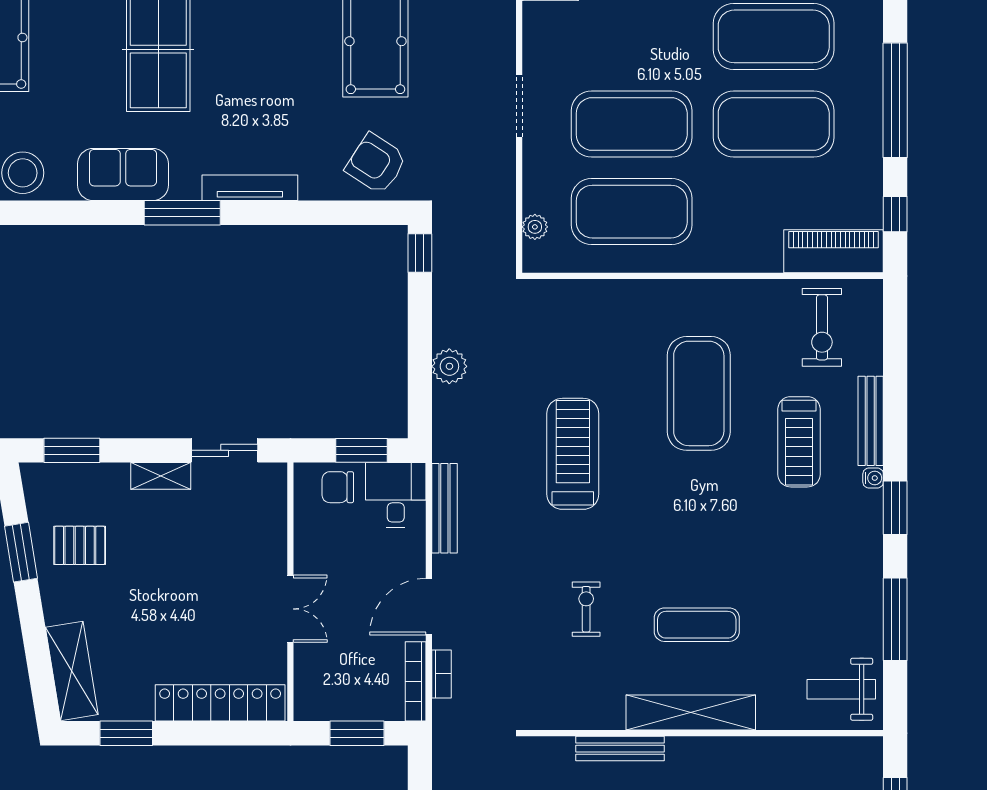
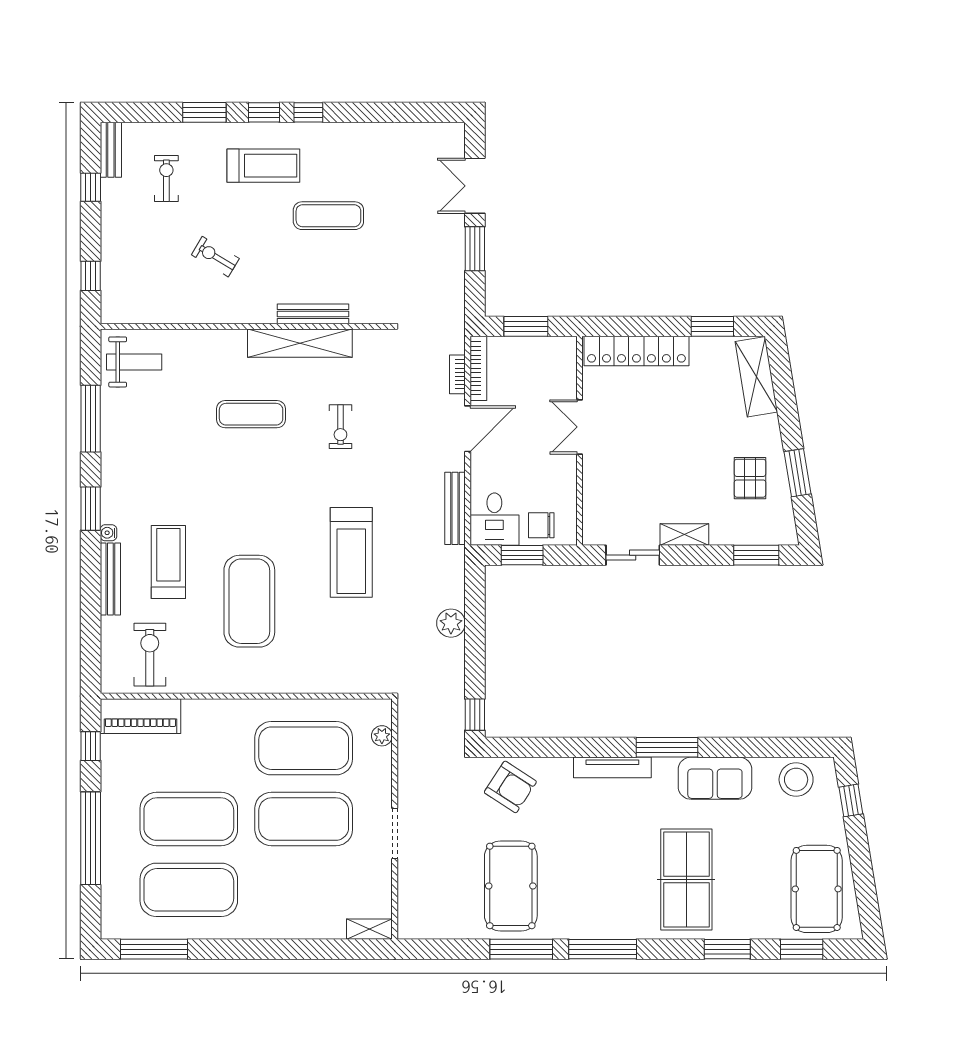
chair: (338, 487) -> (541, 525), turned 180
pallet: (80, 545) -> (750, 478), turned 90
shelving: (691, 713) -> (300, 343), moved

